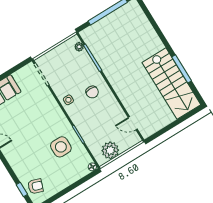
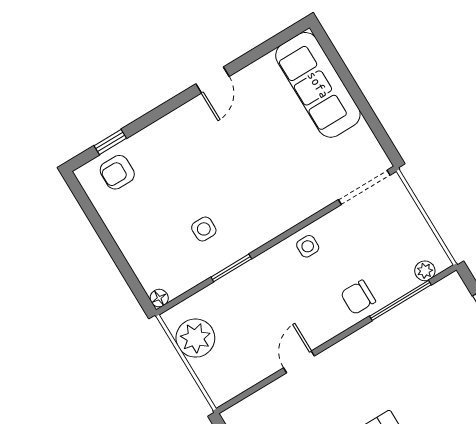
chair: (92, 92) -> (358, 297), moved
door: (133, 123) -> (299, 362), moved
side table: (61, 147) -> (204, 229), width x0.54, depth x0.54
armchair: (35, 186) -> (117, 172), turned 71

